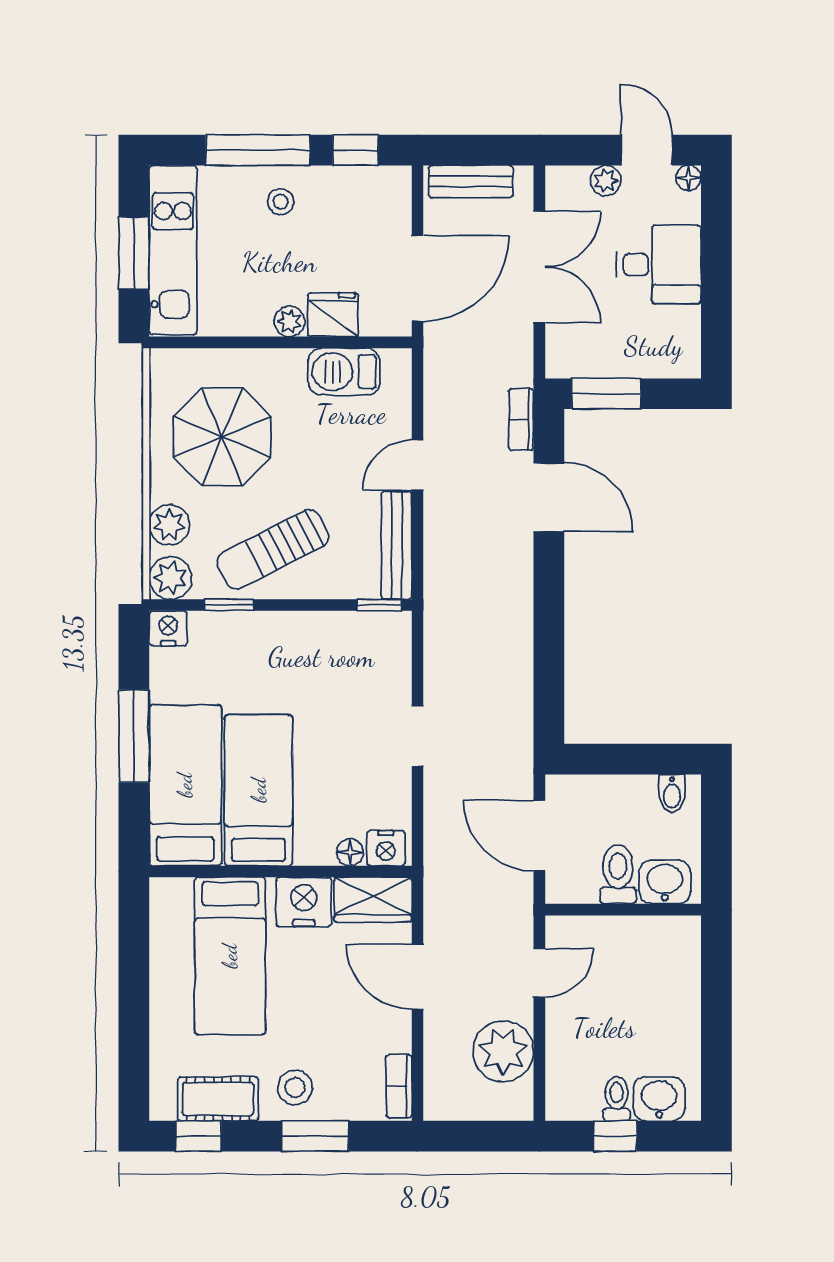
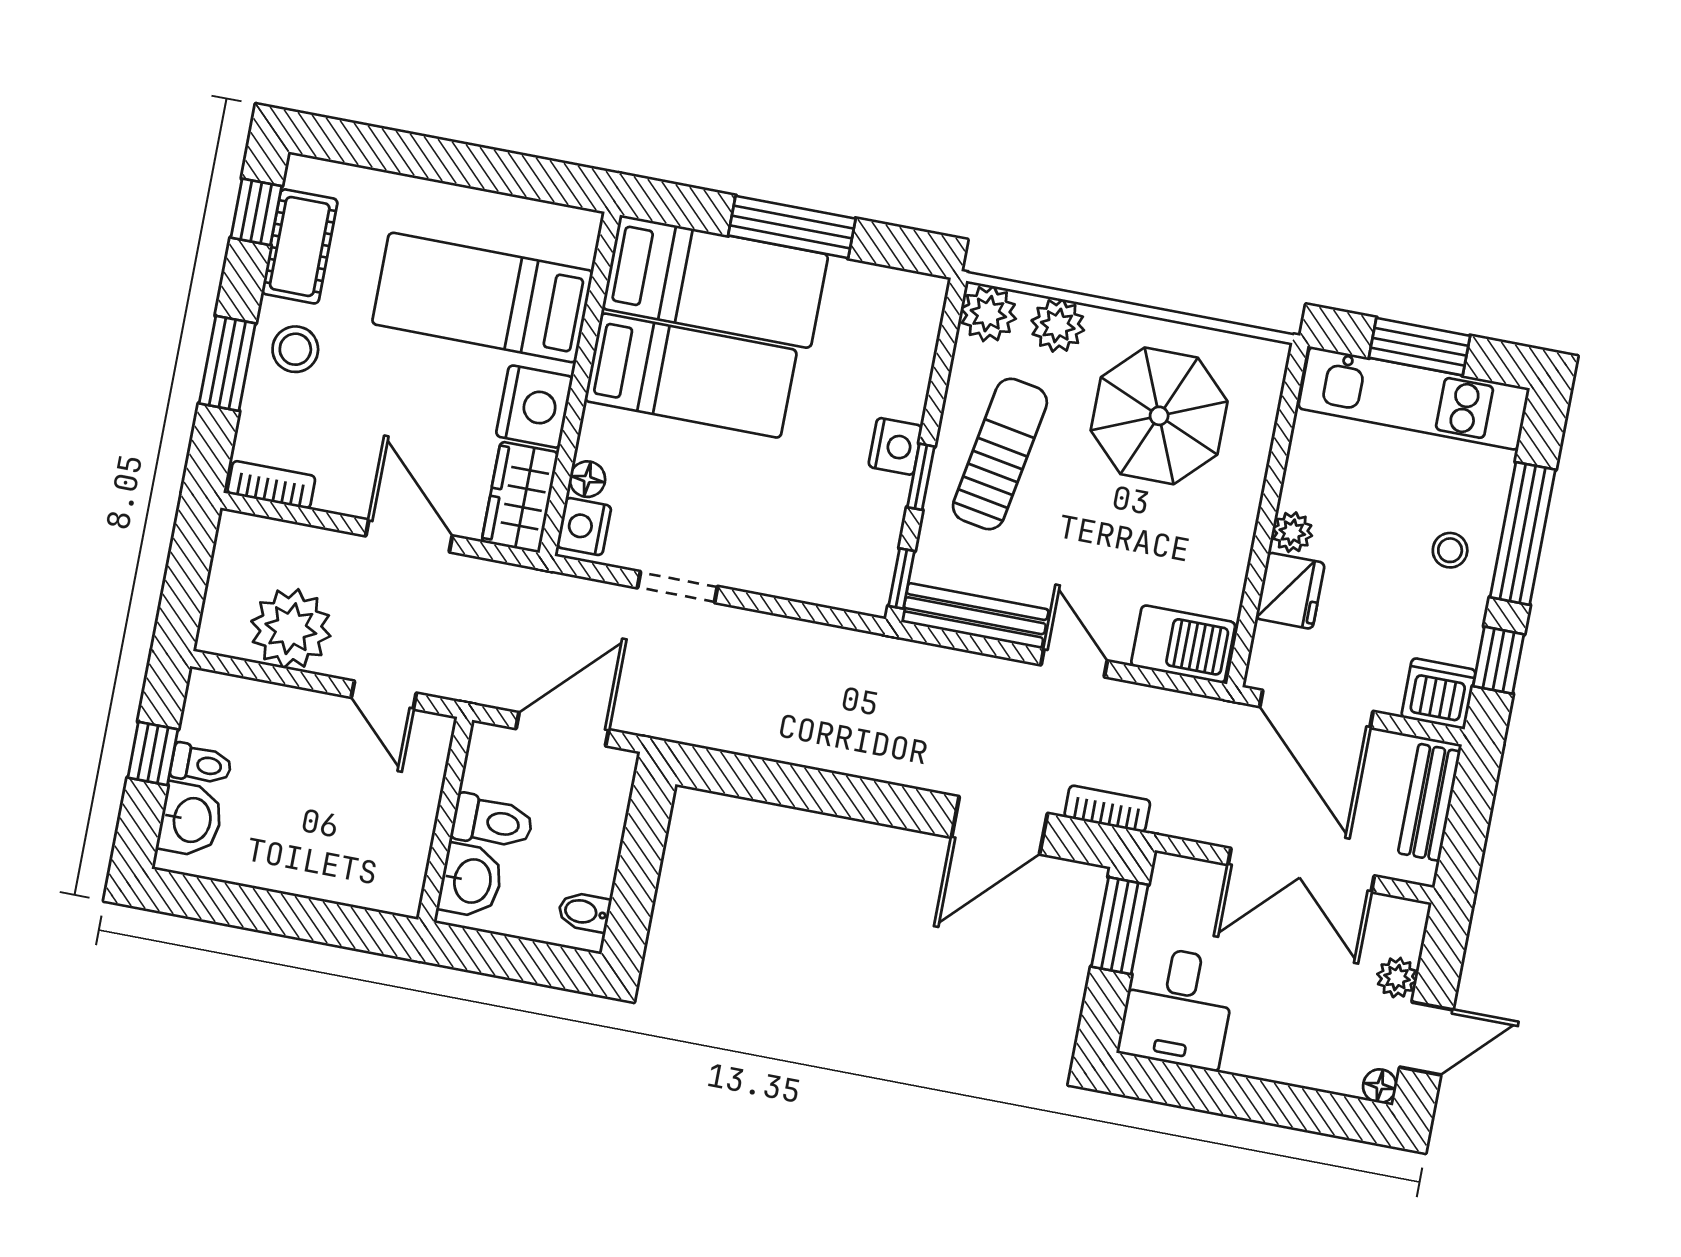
dishwasher: (389, 190) -> (1438, 694), added
desk: (659, 264) -> (1178, 1007), moved
barbecue: (344, 372) -> (1183, 644), moved, turned 90
sun lounger: (273, 550) -> (1000, 454), turned 37
window: (229, 605) -> (921, 477), moved
nightstand: (168, 628) -> (895, 446), moved
doorway: (417, 736) -> (677, 587), moved
door: (417, 977) -> (409, 536), hinge flipped

